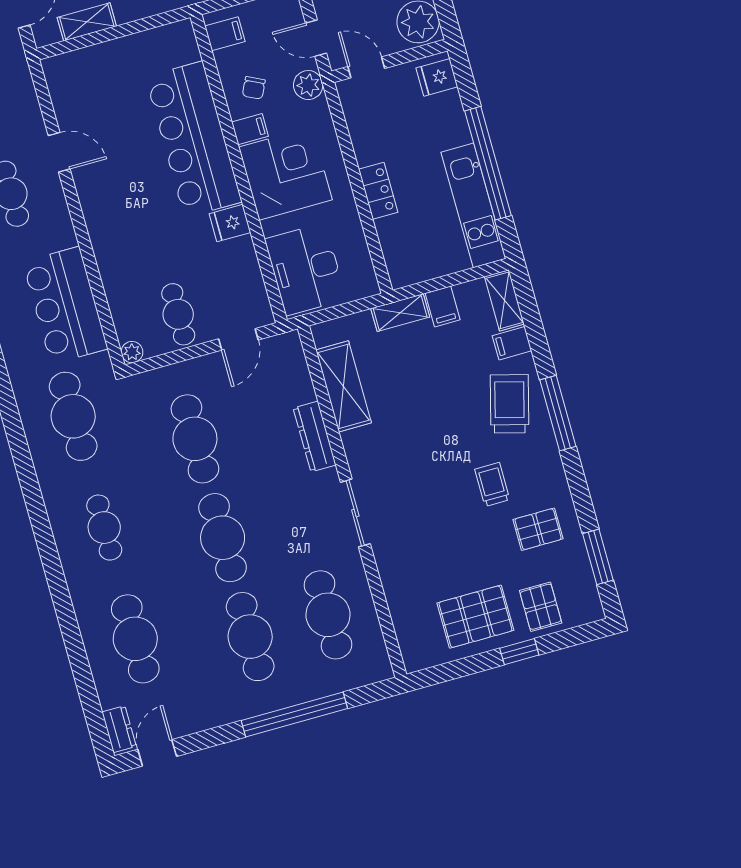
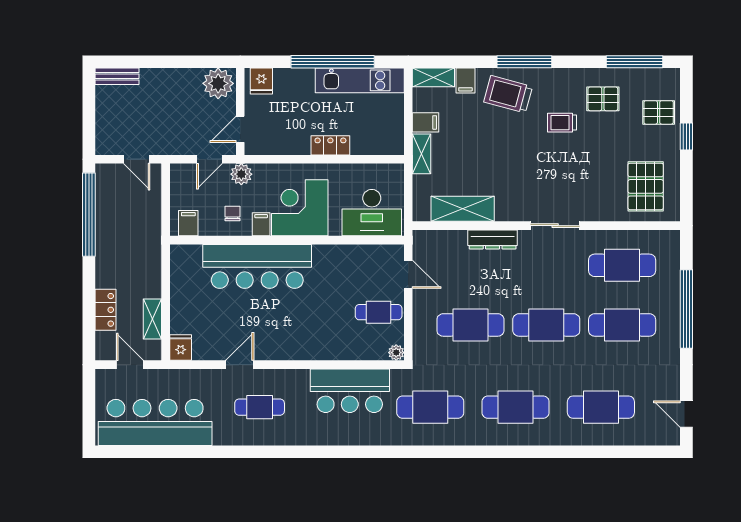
chair: (254, 88) -> (233, 213), turned -116
fridge: (230, 223) -> (181, 348), moved, turned 180
cafe table: (104, 528) -> (516, 407), width x1.37, depth x1.35
pallet: (538, 529) -> (603, 99), turned 90
window: (598, 557) -> (635, 62), width x1.44
pallet: (475, 617) -> (646, 186), moved
dresser: (119, 729) -> (662, 437), removed

